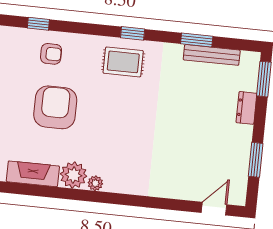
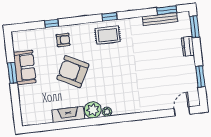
window: (197, 40) -> (167, 10), moved
armchair: (55, 107) -> (73, 72), turned -63

